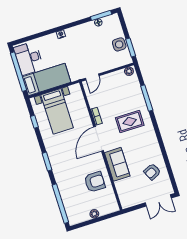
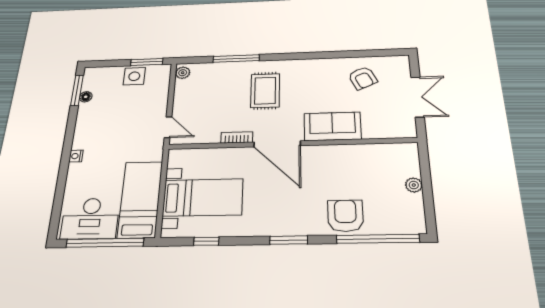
armchair: (95, 182) -> (345, 216), moved
double door: (158, 200) -> (418, 97), moved

